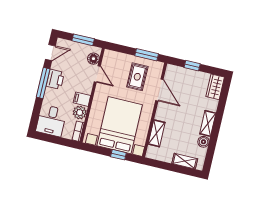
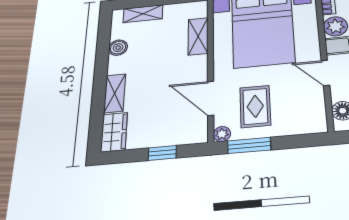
plant: (159, 66) -> (222, 134), added
door: (97, 74) -> (325, 73), moved
shelving: (208, 123) -> (115, 93), moved

